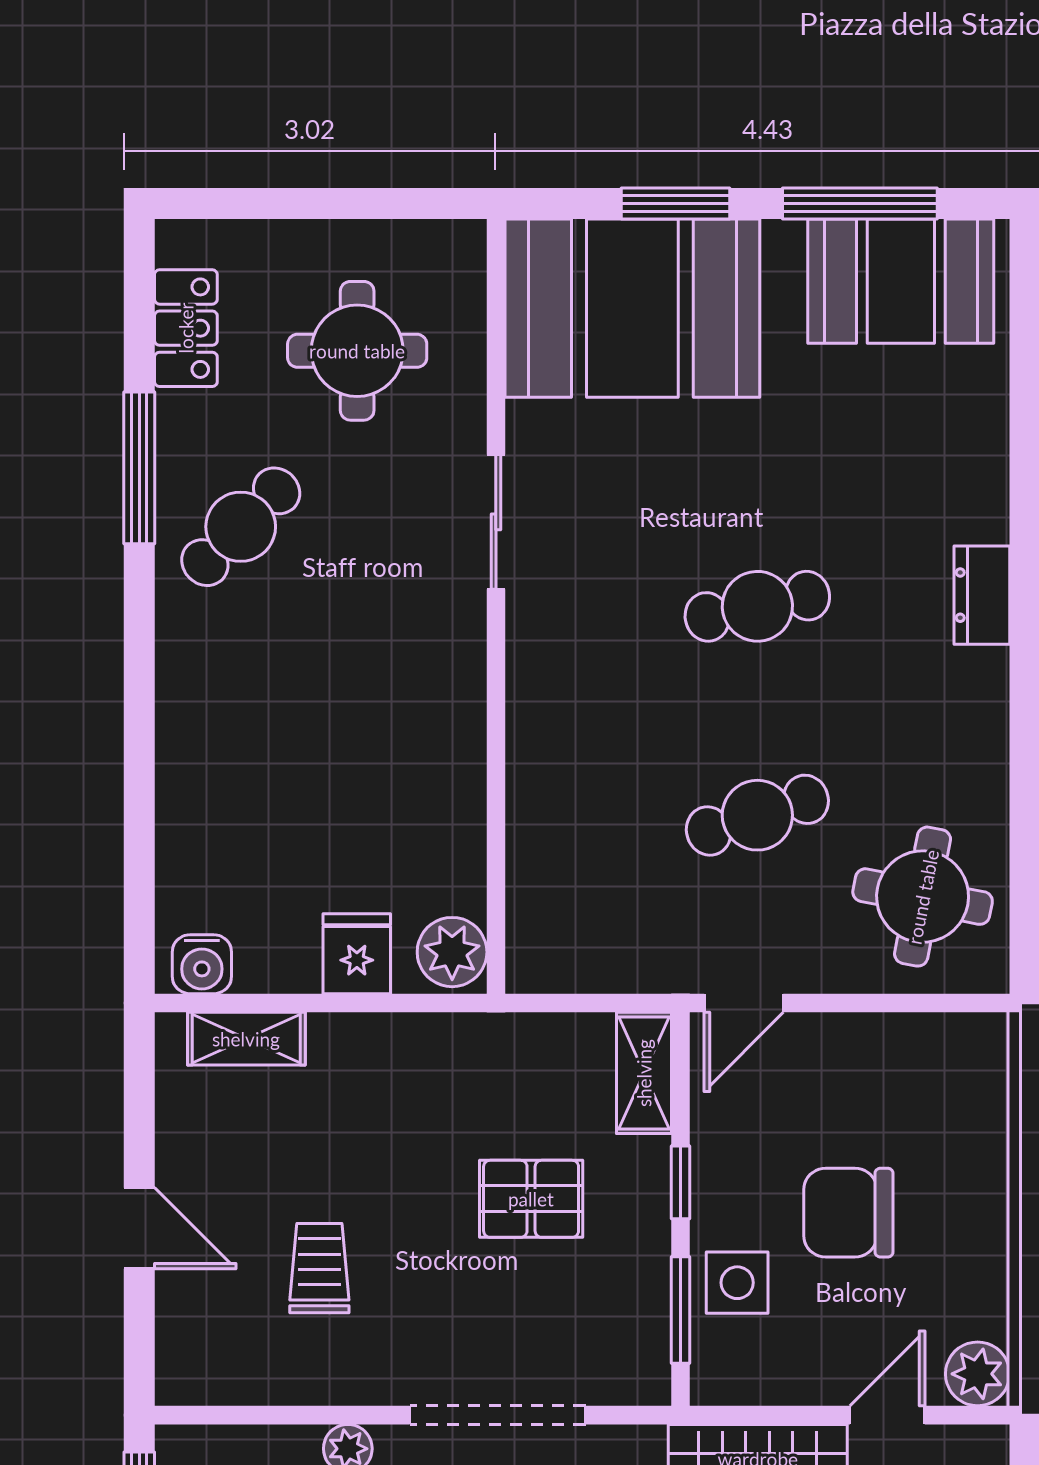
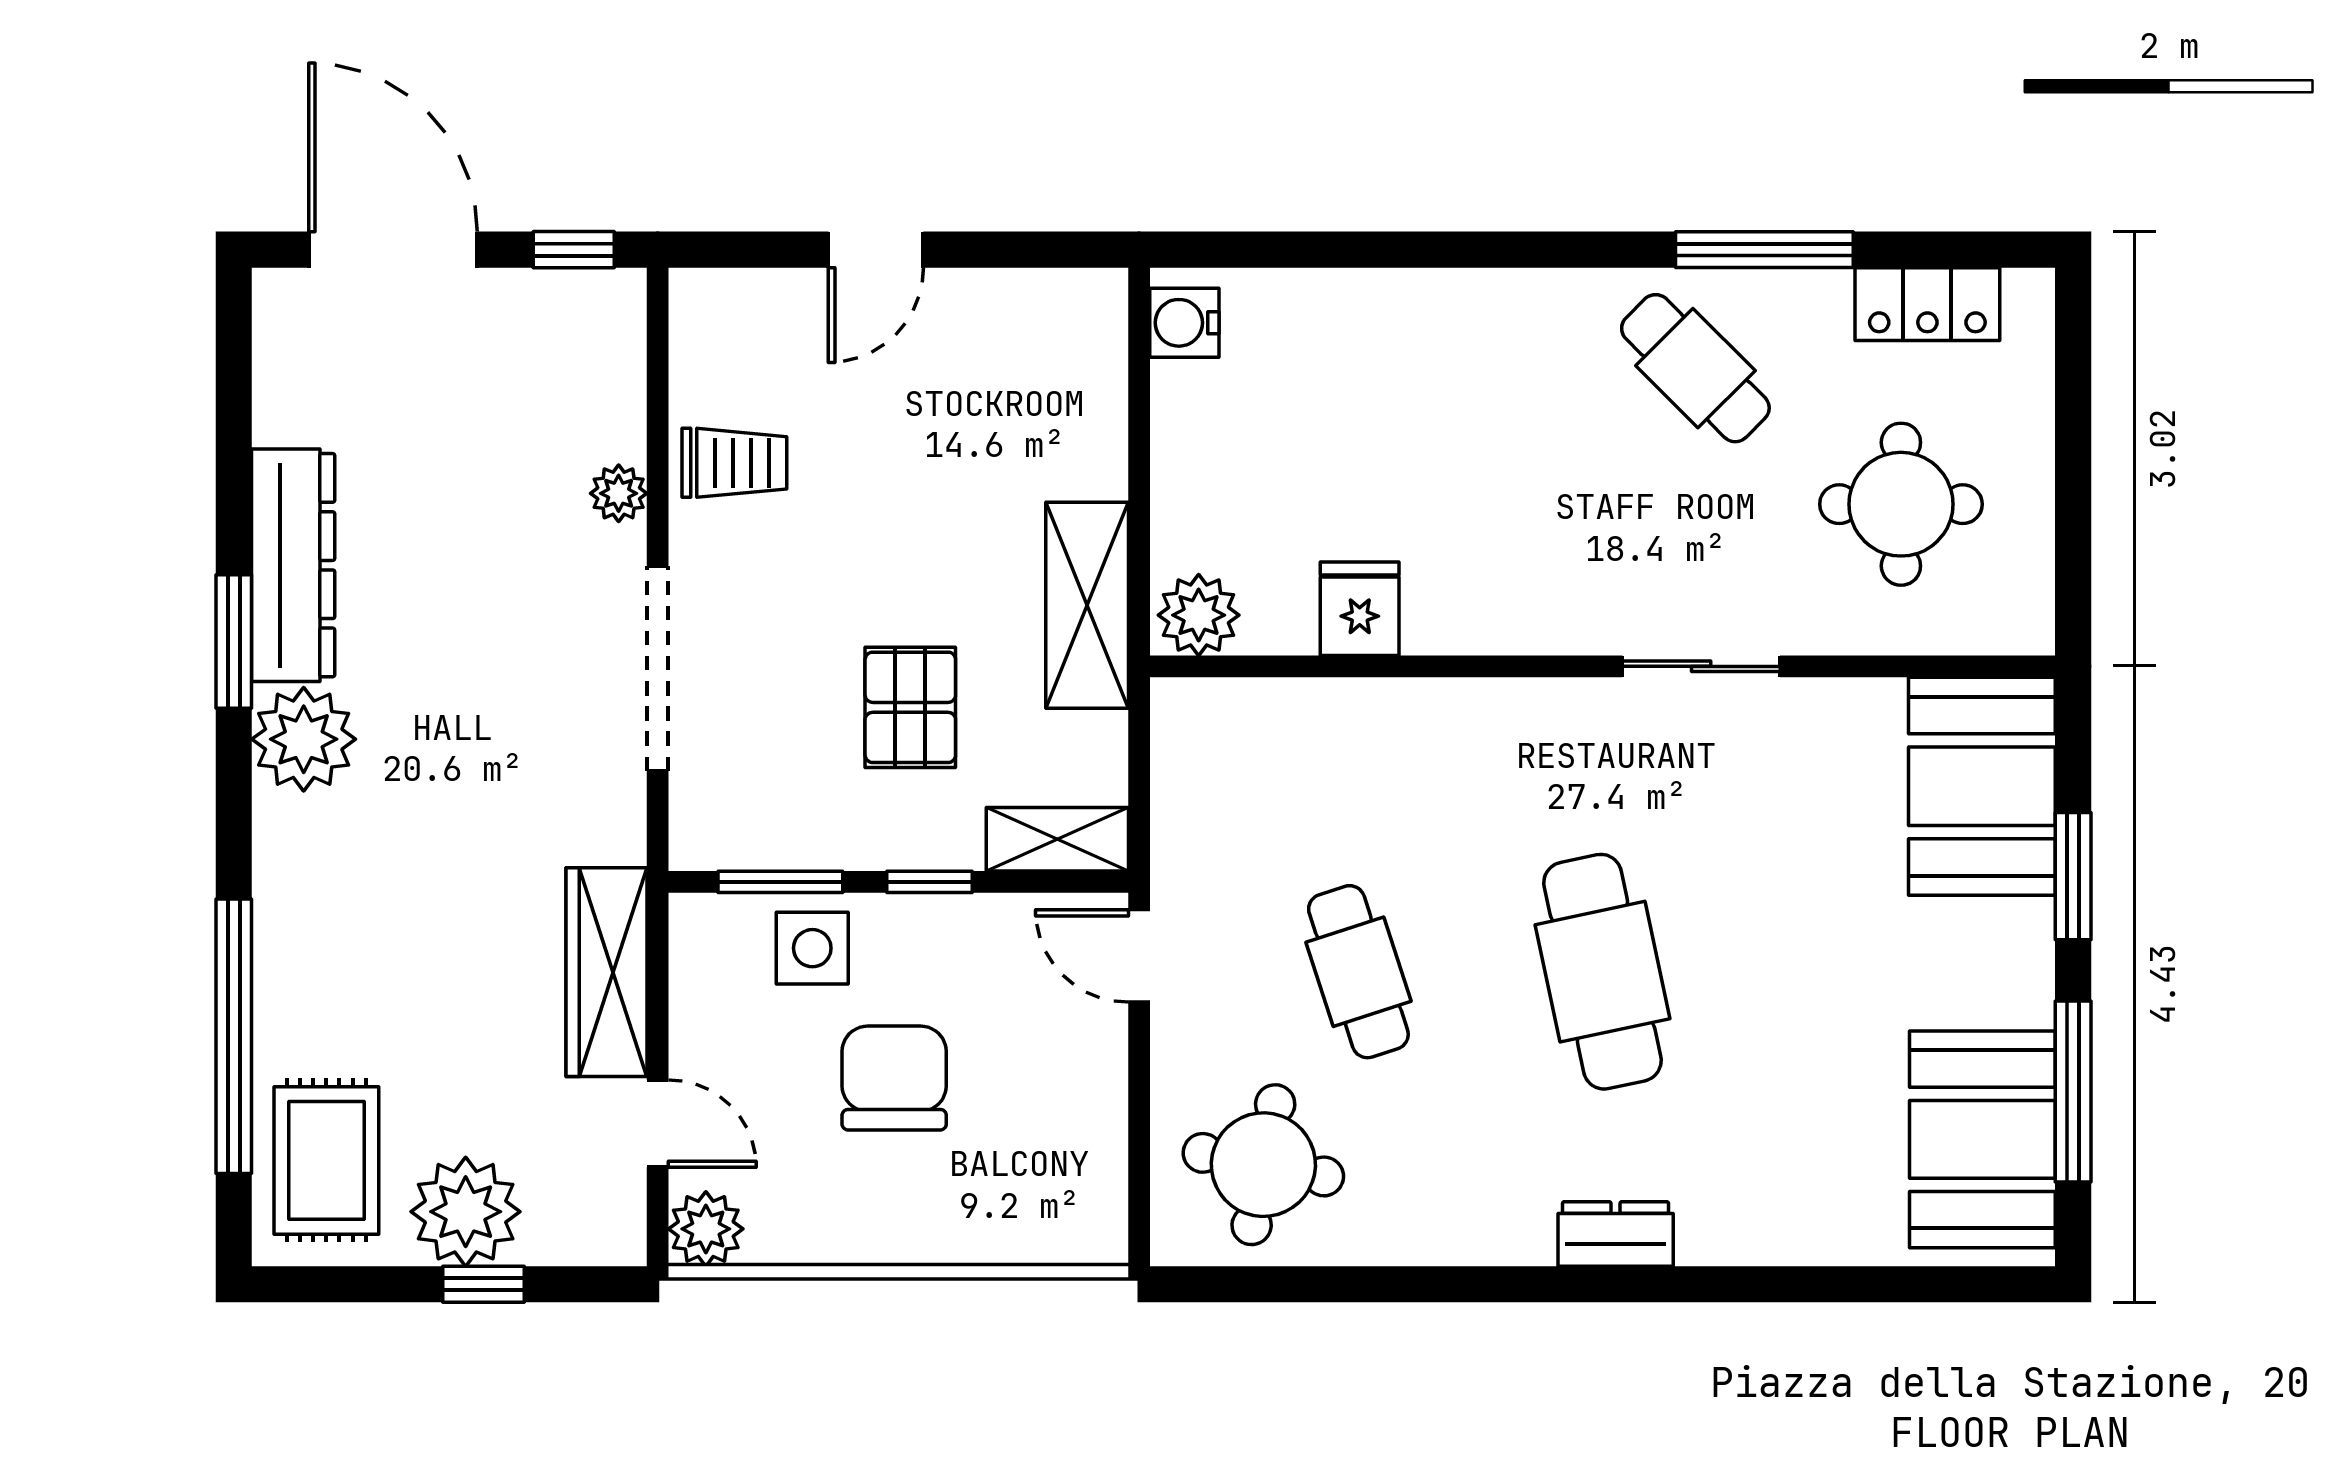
booth: (632, 308) -> (1982, 786), width x0.73, depth x0.70
cafe table: (757, 606) -> (1602, 972), width x1.37, depth x1.35
fridge: (357, 954) -> (1360, 609), moved, turned -90
shelving: (246, 1039) -> (1087, 605), moved, width x1.50, depth x1.33
trolley: (319, 1268) -> (734, 463), moved

